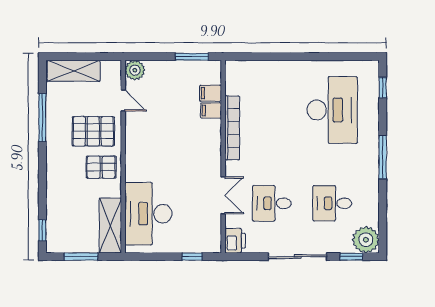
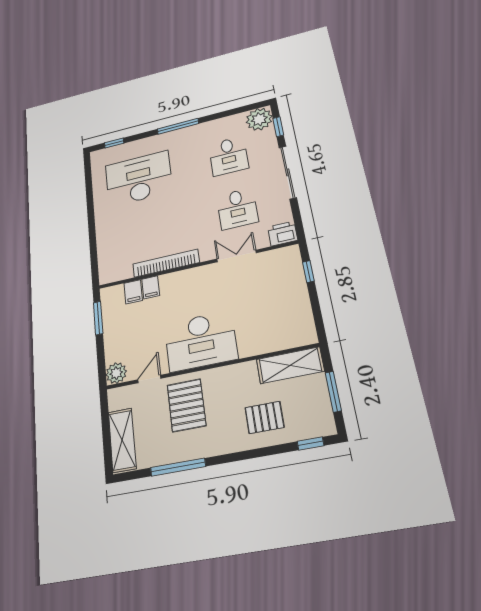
pallet: (101, 167) -> (264, 417), moved, turned 90
desk: (148, 214) -> (201, 341), moved

